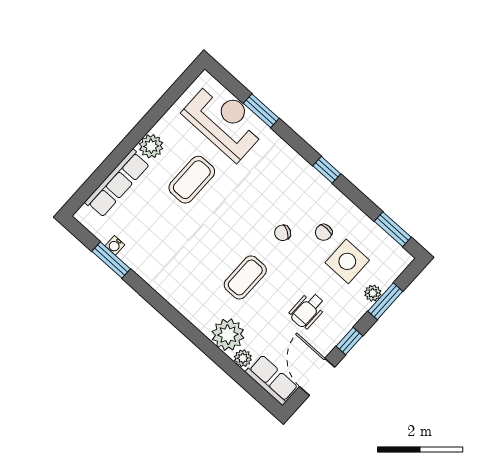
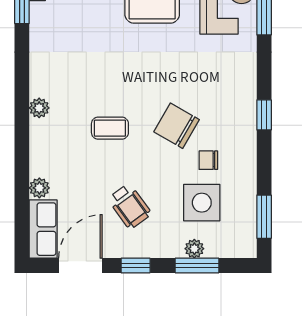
chair: (283, 233) -> (177, 126), width x1.87, depth x1.87
coffee table: (245, 277) -> (110, 128), width x0.73, depth x0.77
wheelchair: (307, 310) -> (130, 206), turned -126
plant: (228, 335) -> (39, 108), moved, width x0.53, depth x0.53

